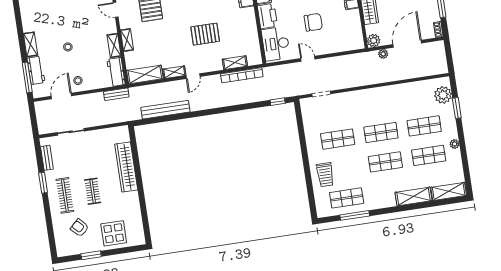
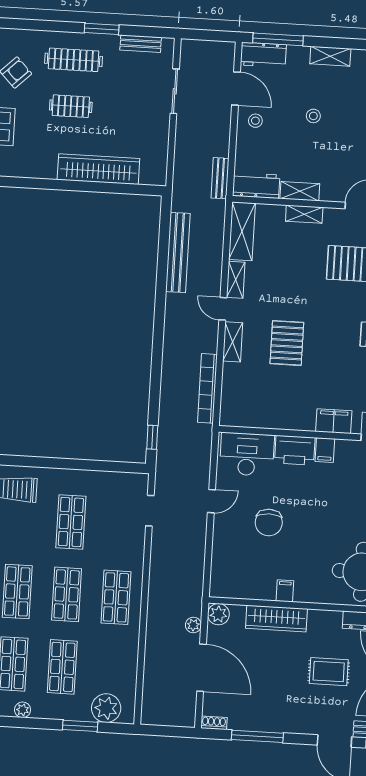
shelving: (235, 63) -> (233, 342), moved
workbench: (36, 70) -> (263, 55), moved
shop shelf: (376, 103) -> (116, 597), added

